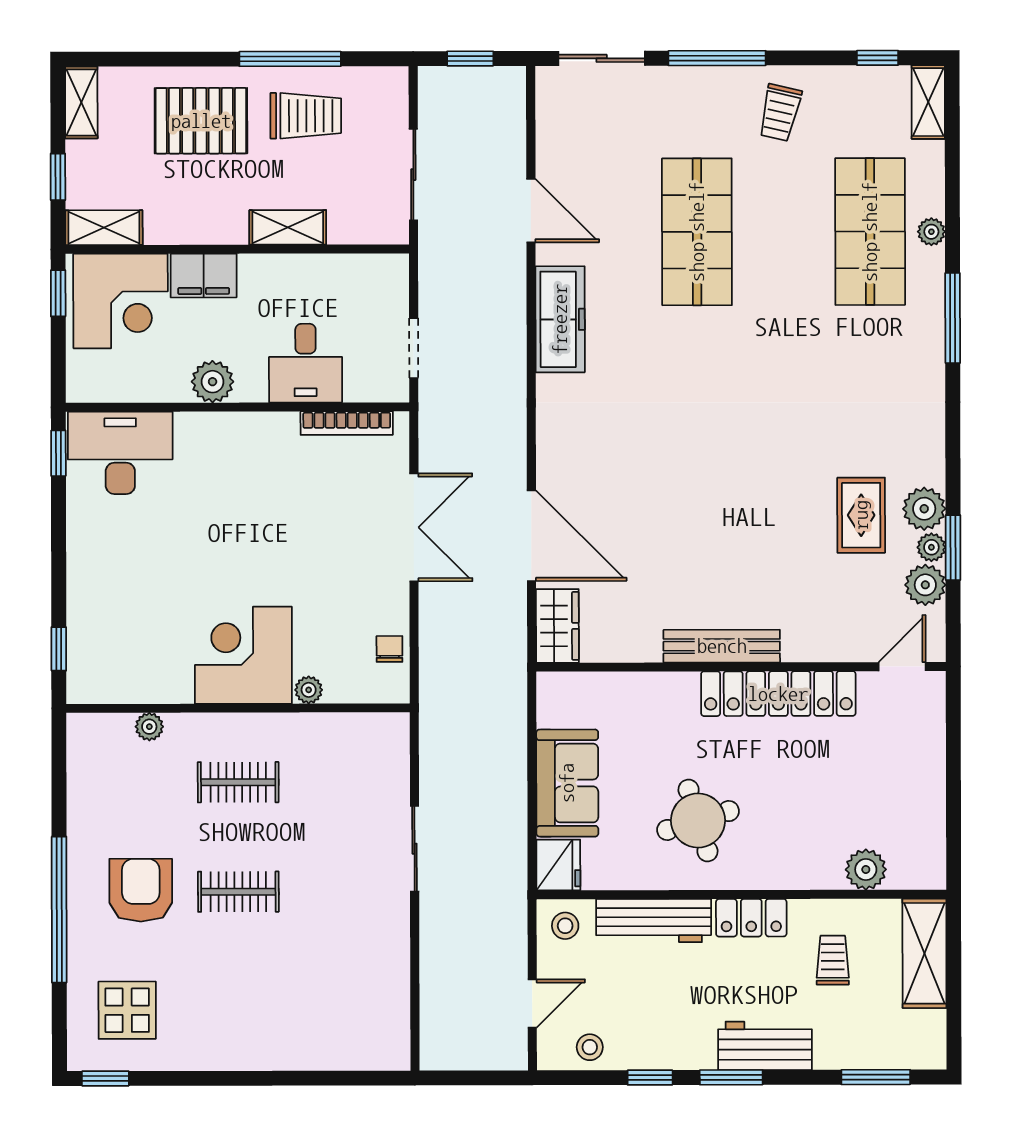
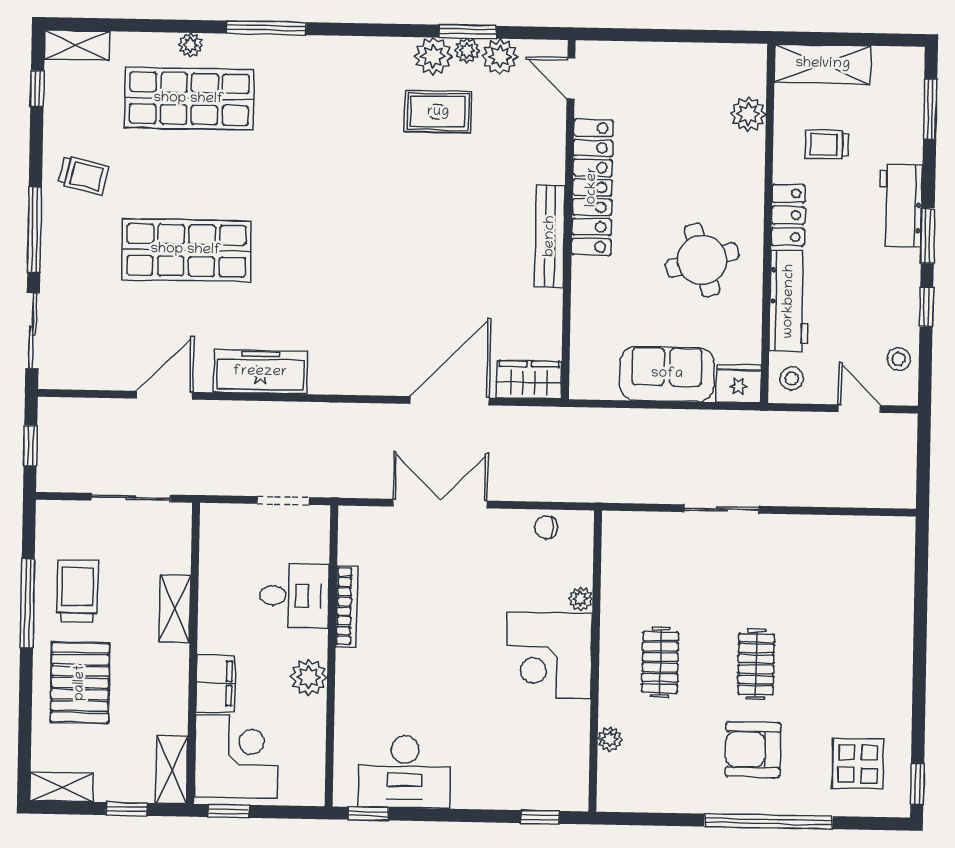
bookcase: (347, 423) -> (347, 606), moved
desk: (120, 453) -> (405, 772), moved, turned -90

